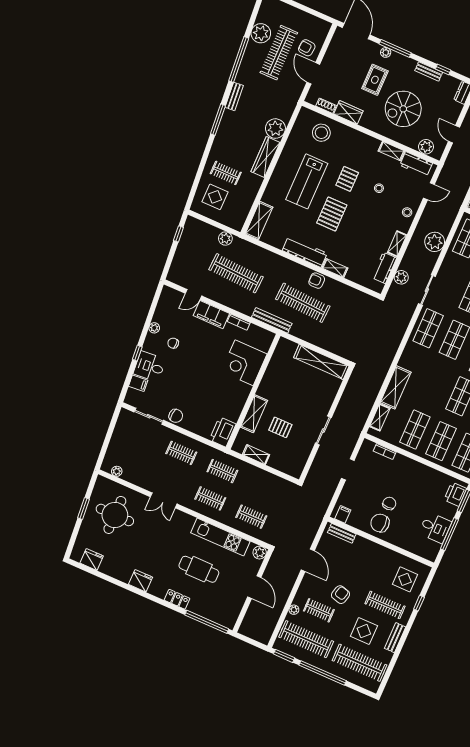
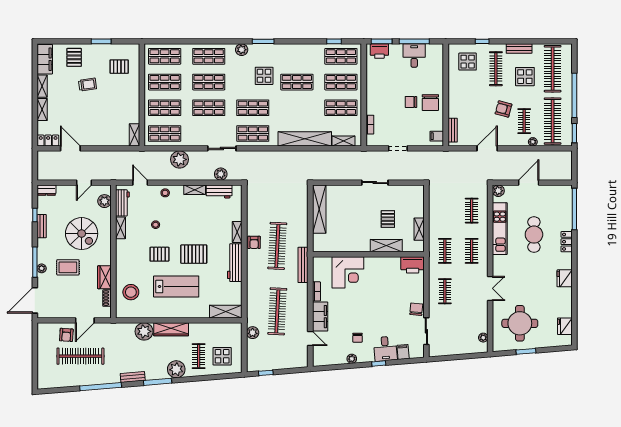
plant: (261, 33) -> (176, 369), moved
shelving: (396, 387) -> (305, 139), width x1.47

